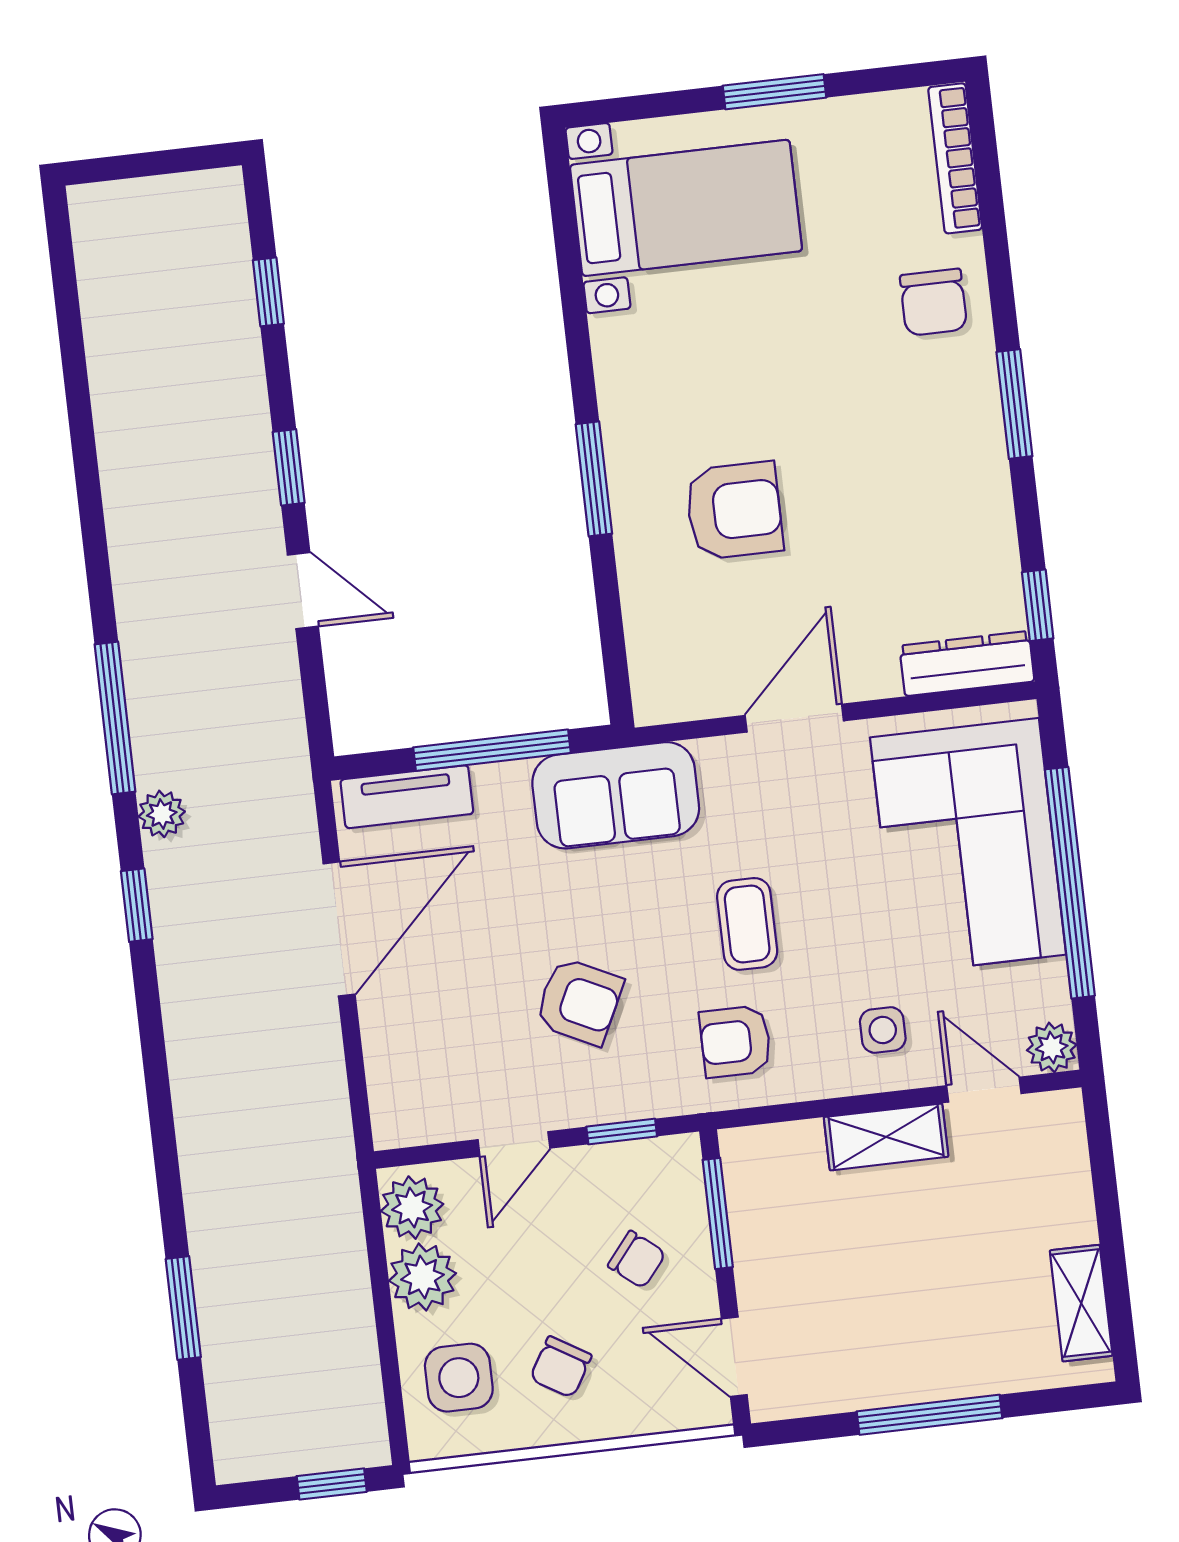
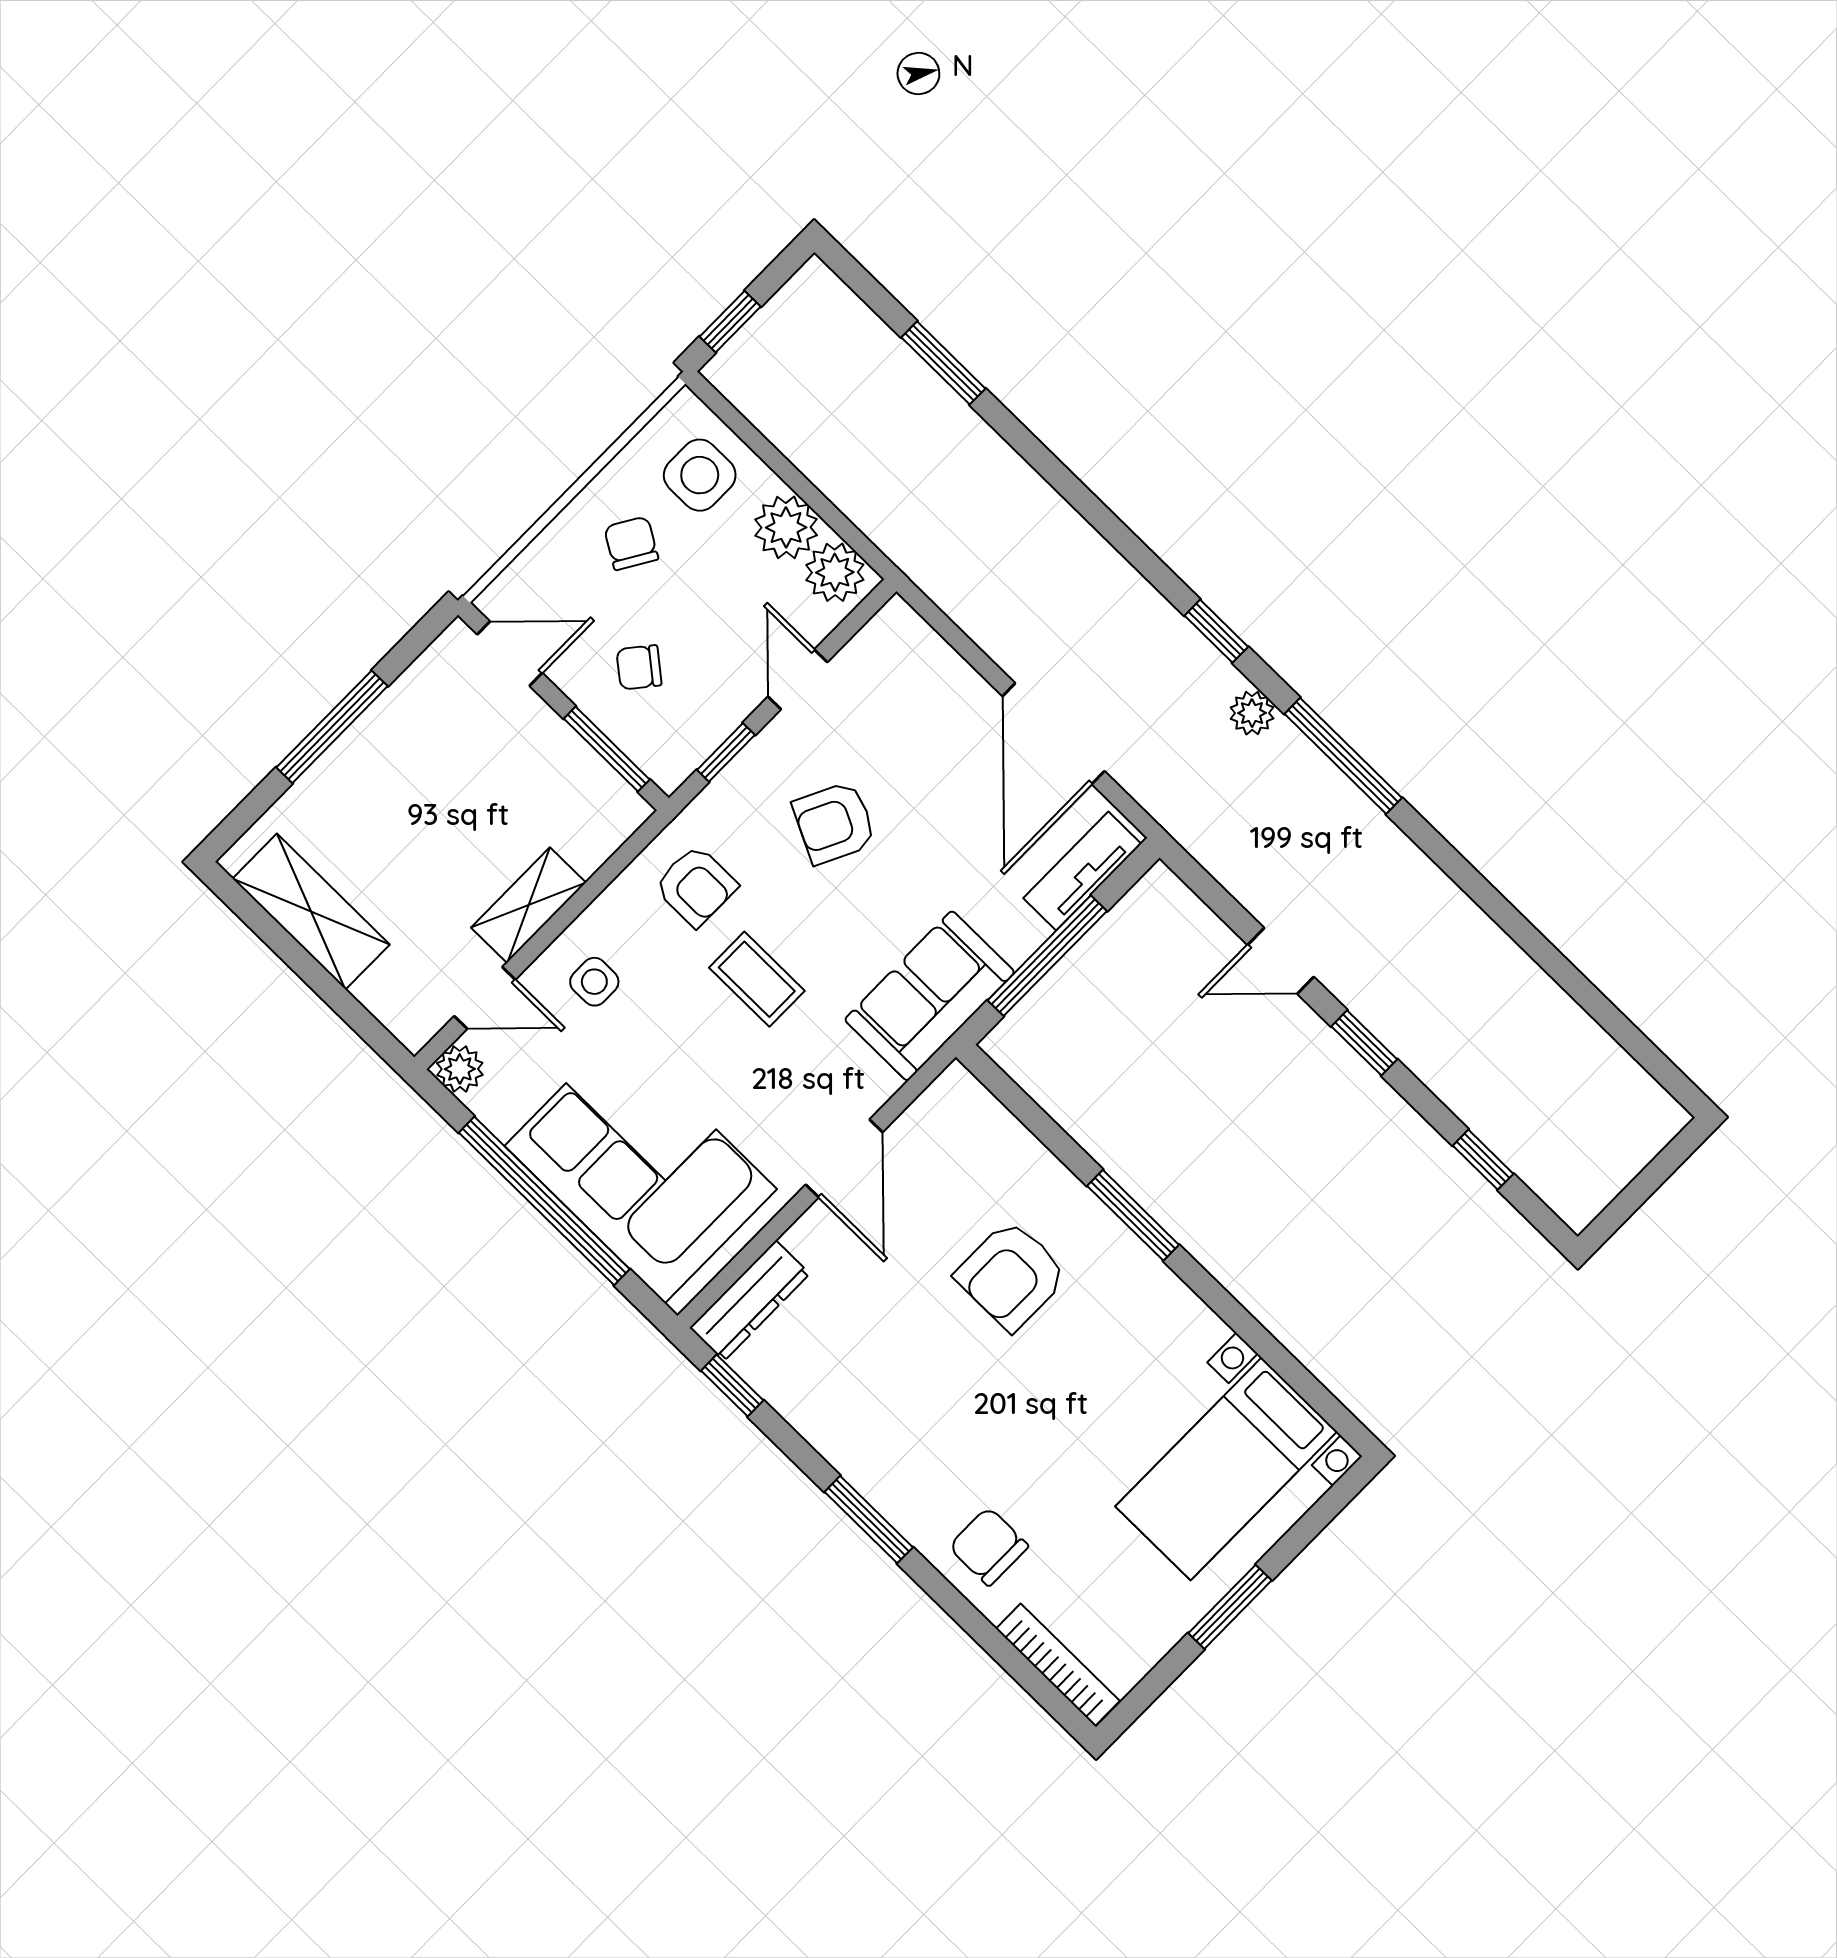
armchair: (735, 1041) -> (696, 886), turned 90
shelving: (1081, 1303) -> (311, 912), width x1.50, depth x1.33

